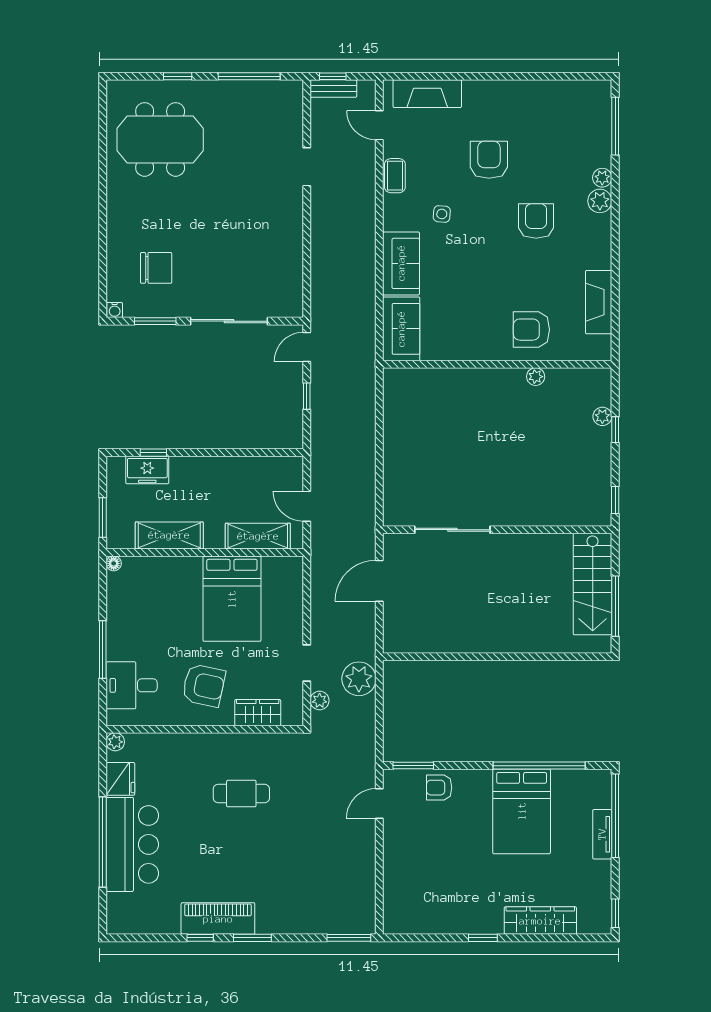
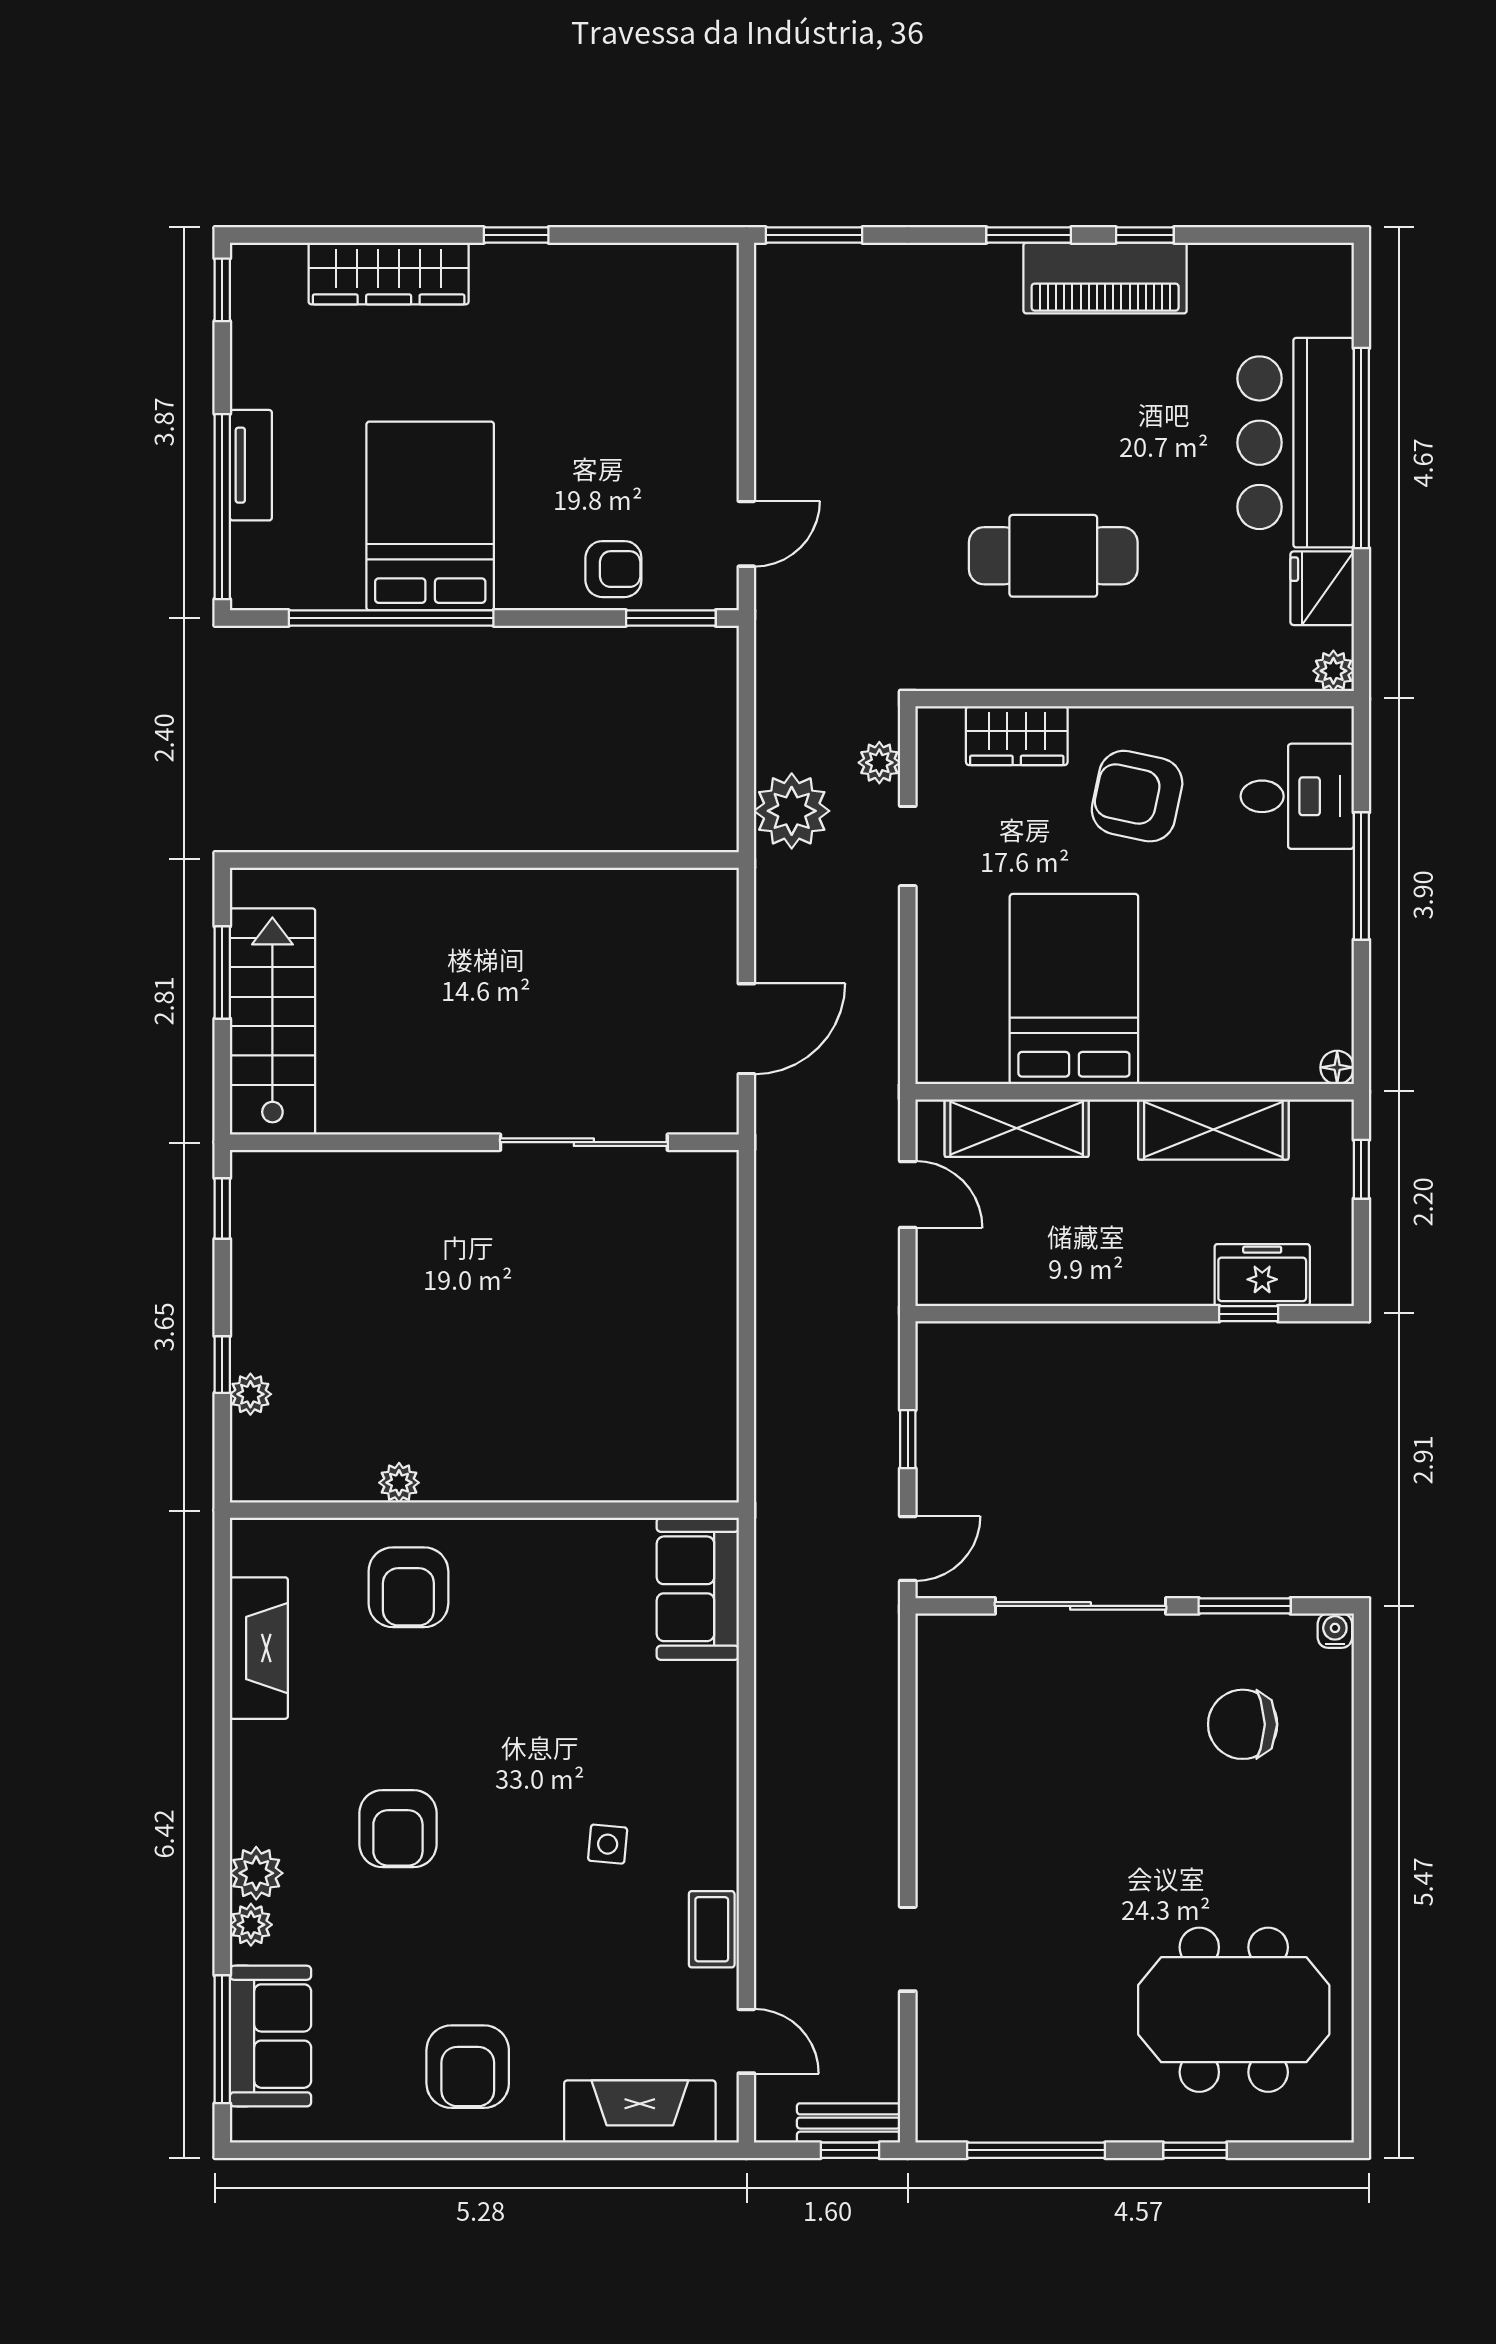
armchair: (489, 160) -> (468, 2067), moved
sofa: (401, 263) -> (270, 2036), moved, turned 180
armchair: (531, 330) -> (408, 1587), turned 90
window: (103, 518) -> (1361, 1169), width x0.67
window: (615, 606) -> (222, 973), width x0.69
cafe table: (241, 794) -> (1053, 556), width x1.37, depth x1.35

